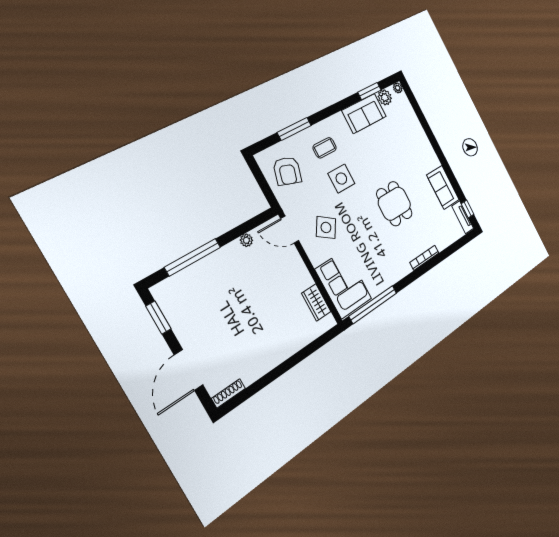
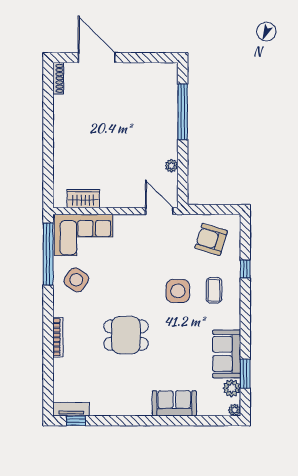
window: (294, 129) -> (245, 269), width x0.46
sofa: (443, 187) -> (174, 403), moved
side table: (326, 227) -> (76, 280), moved
door: (290, 230) -> (159, 211), hinge flipped
window: (158, 318) -> (151, 58), removed

